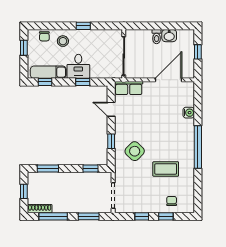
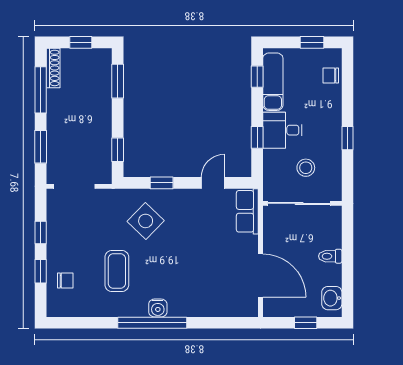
washbasin: (169, 36) -> (332, 298), moved
stool: (63, 41) -> (306, 168), moved
water cooler: (189, 113) -> (158, 308), moved

